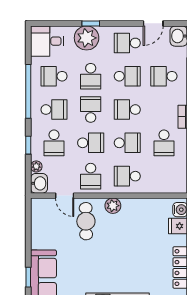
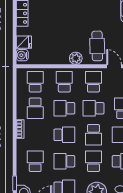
school desk: (164, 76) -> (35, 161), turned -90
school desk: (164, 143) -> (35, 108), turned 180
school desk: (127, 176) -> (64, 82), turned -90
school desk: (164, 176) -> (35, 82), added

